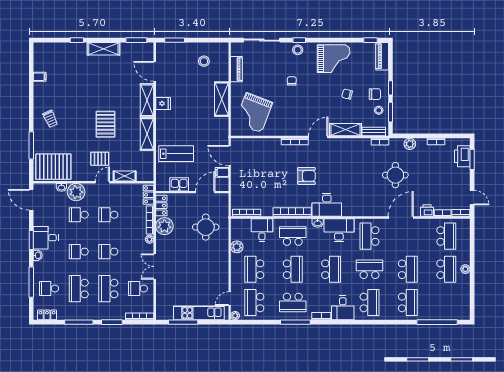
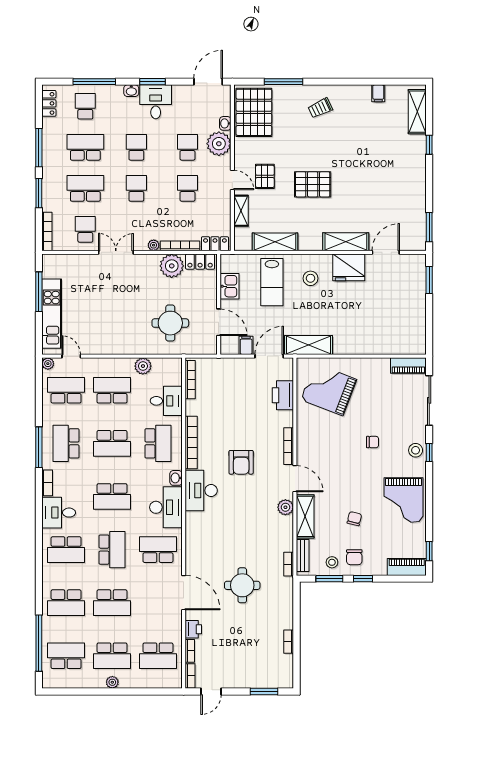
shelving: (103, 49) -> (417, 112), moved
stool: (204, 61) -> (311, 278), moved
piano: (236, 69) -> (408, 366), moved
shelving: (222, 99) -> (309, 345), moved
fridge: (163, 104) -> (349, 267), width x1.88, depth x1.34
shelving: (147, 134) -> (275, 242), moved
plant: (410, 144) -> (285, 507), moved
printer: (462, 156) -> (283, 395), moved, turned -90
school desk: (446, 302) -> (66, 656), added

